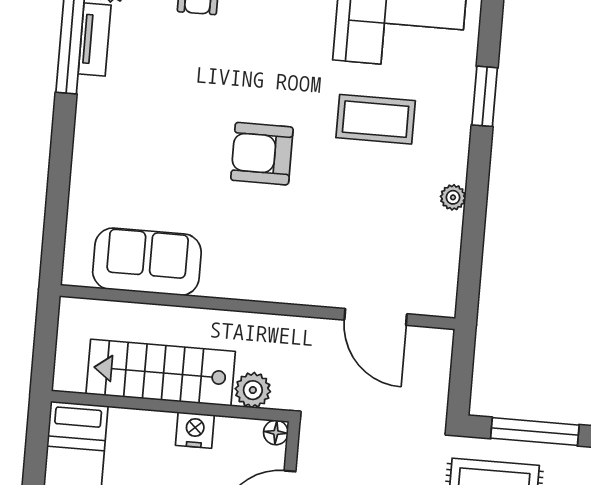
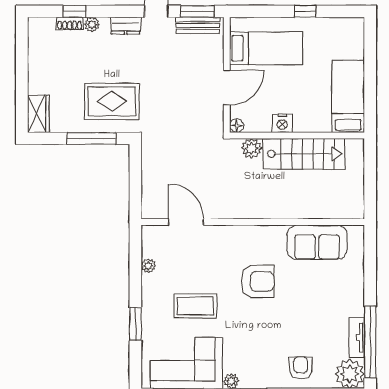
sofa: (147, 262) -> (317, 242), moved
wall: (258, 307) -> (253, 222), moved
door: (376, 317) -> (186, 222), moved

